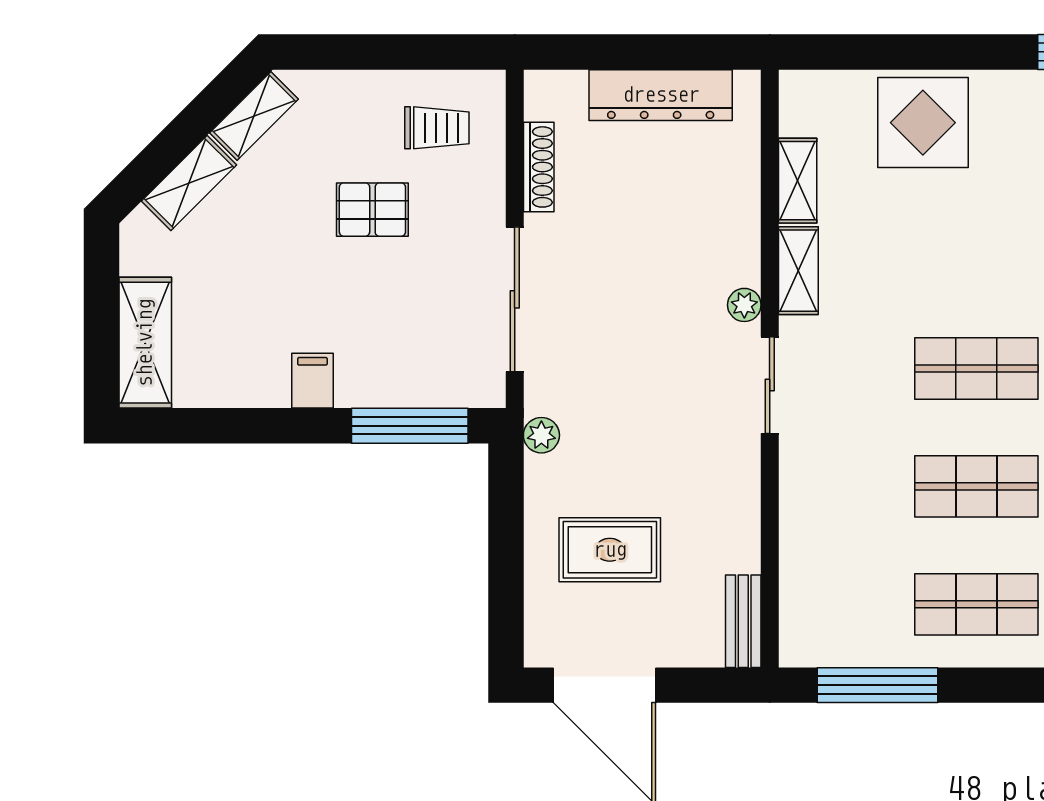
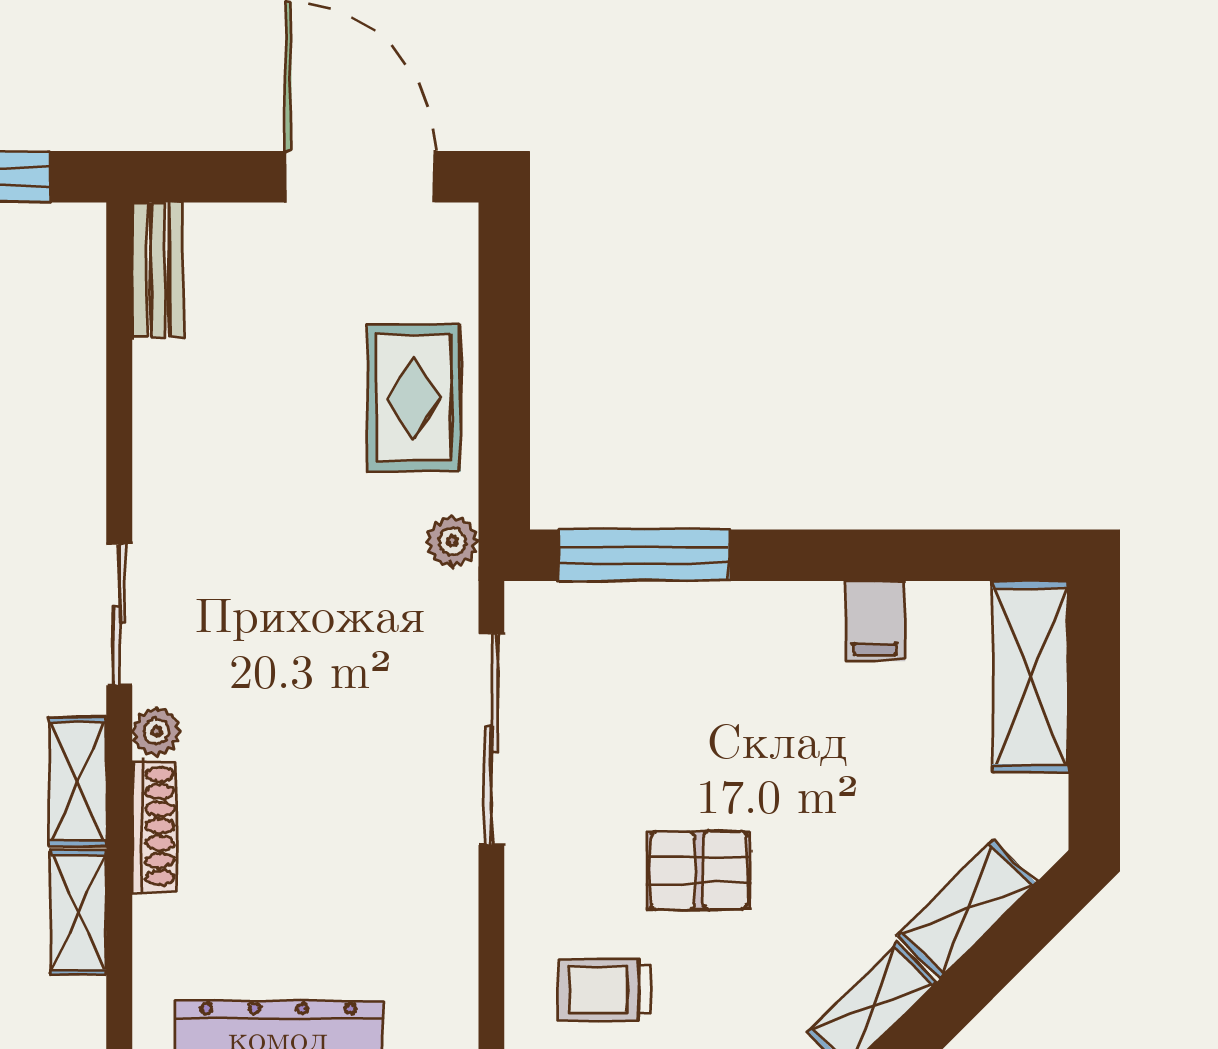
shoe rack: (539, 167) -> (154, 826), moved, turned 180
filing cabinet: (312, 381) -> (875, 621), moved
rug: (610, 550) -> (414, 398), moved, turned 90

